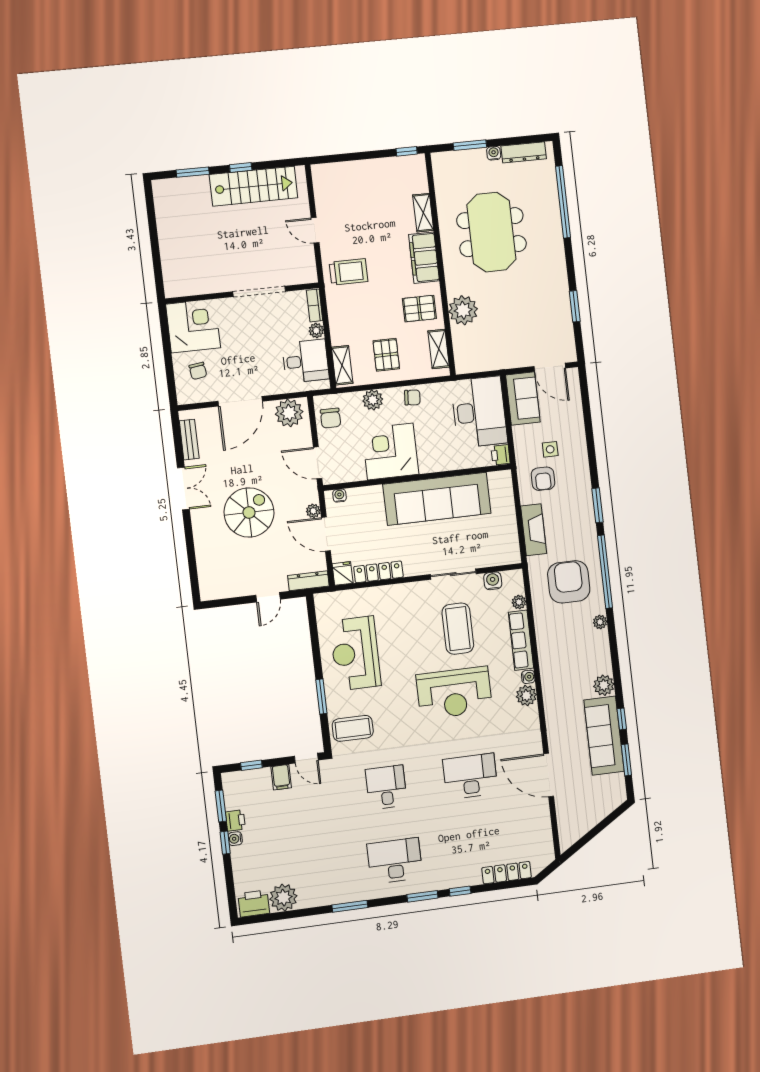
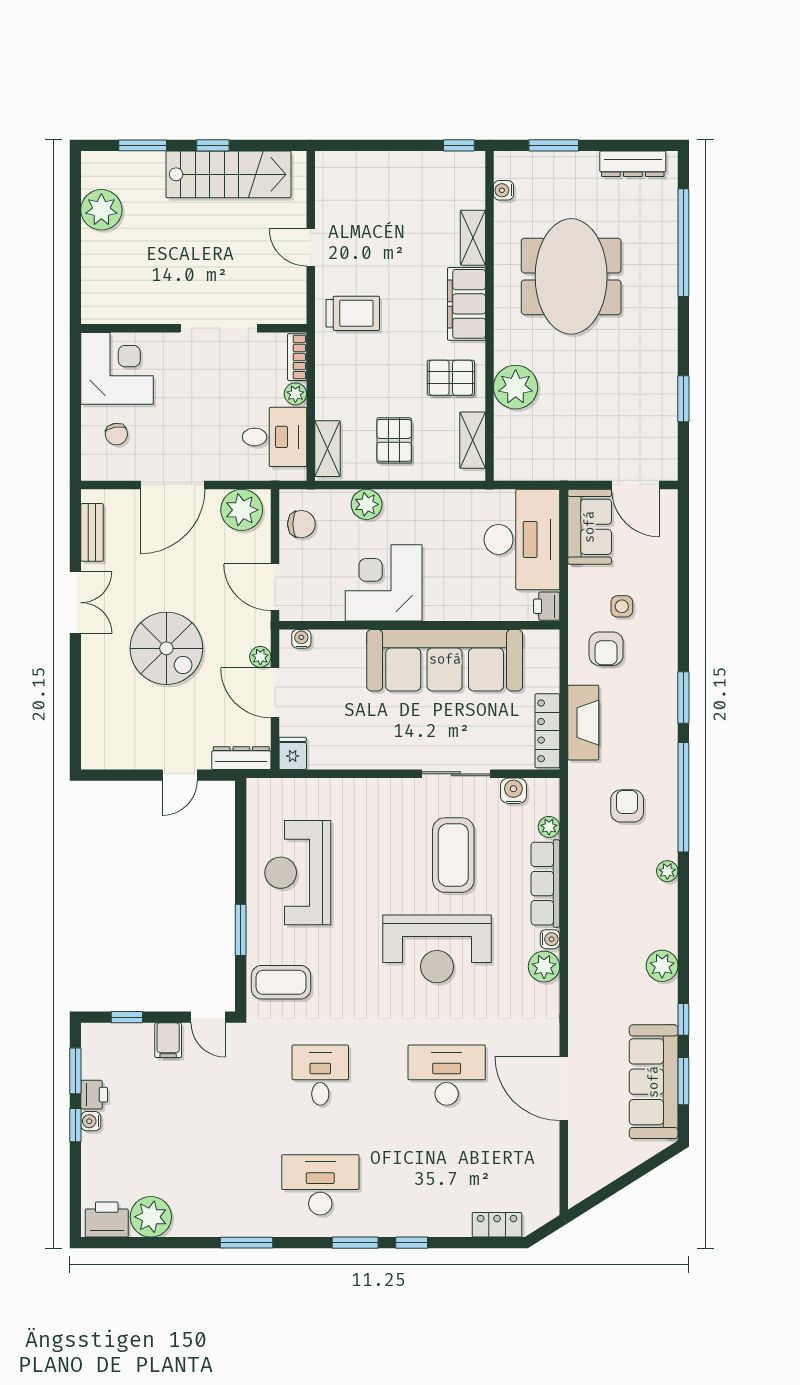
water cooler: (494, 153) -> (503, 190), moved, turned -90
plant: (170, 219) -> (101, 210), added
chair: (412, 398) -> (425, 507), removed
chair: (330, 418) -> (301, 524), turned -90
spiral stairs: (249, 512) -> (166, 648), turned 90
locker: (378, 572) -> (547, 731), moved, turned -90
armchair: (569, 582) -> (627, 806), width x0.53, depth x0.53
sofa: (604, 736) -> (654, 1082), moved
locker: (507, 873) -> (497, 1225), width x0.66

